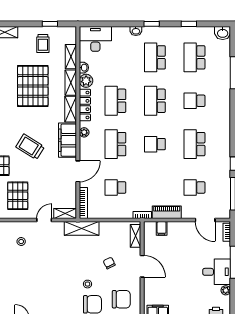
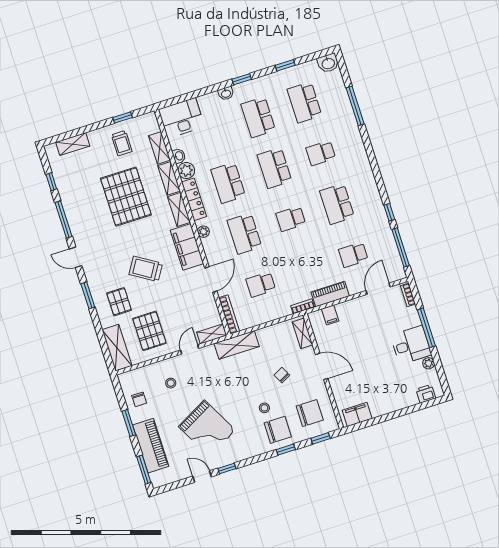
door: (205, 220) -> (378, 289), swing flipped
grand piano: (38, 286) -> (207, 428), added

